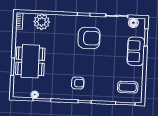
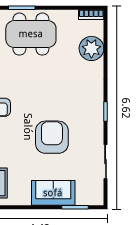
floor lamp: (133, 23) -> (96, 187), removed
armchair: (89, 38) -> (52, 137), moved, turned 180

